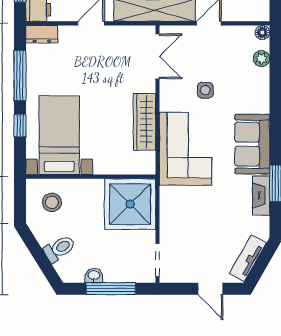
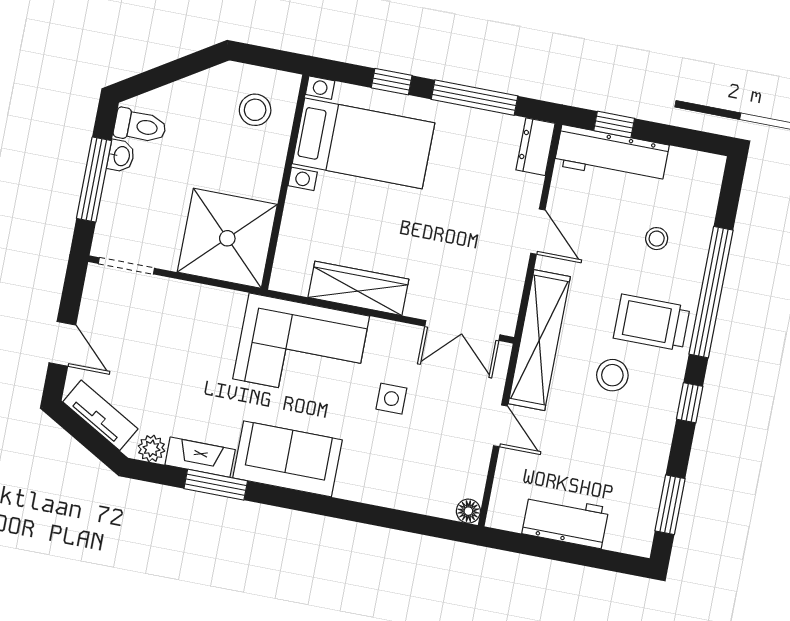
plant: (261, 58) -> (151, 448), moved
toilet: (59, 249) -> (140, 126), moved, turned -58
door: (210, 289) -> (62, 344), swing flipped

